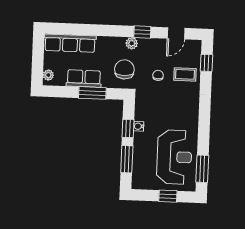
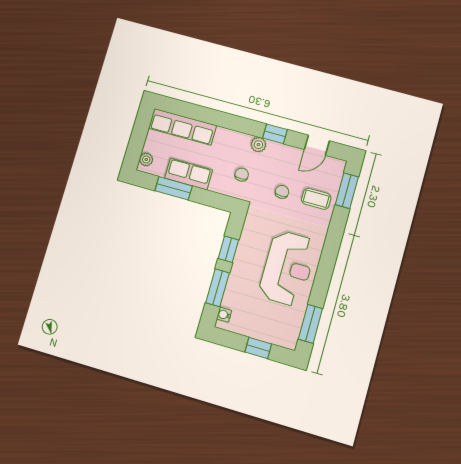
window: (207, 63) -> (347, 191), width x1.50
chair: (124, 69) -> (242, 175), width x0.54, depth x0.54
window: (92, 93) -> (174, 188), moved
water cooler: (139, 126) -> (224, 315), moved
reception desk: (174, 157) -> (288, 268), moved

